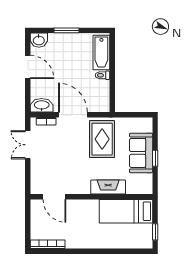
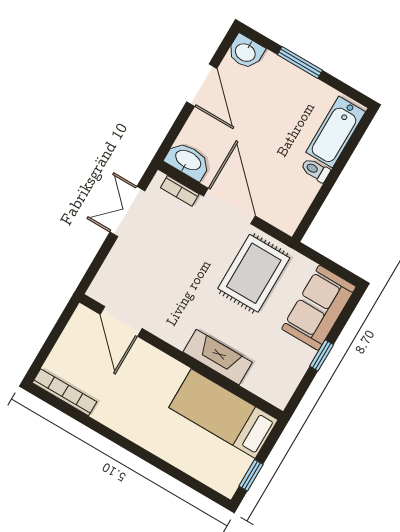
sofa: (141, 153) -> (319, 308), moved

